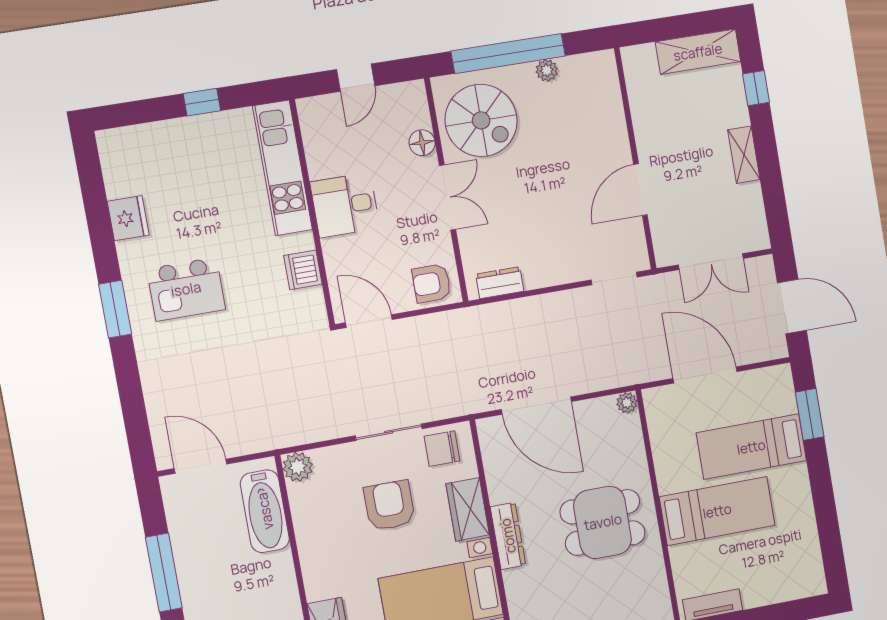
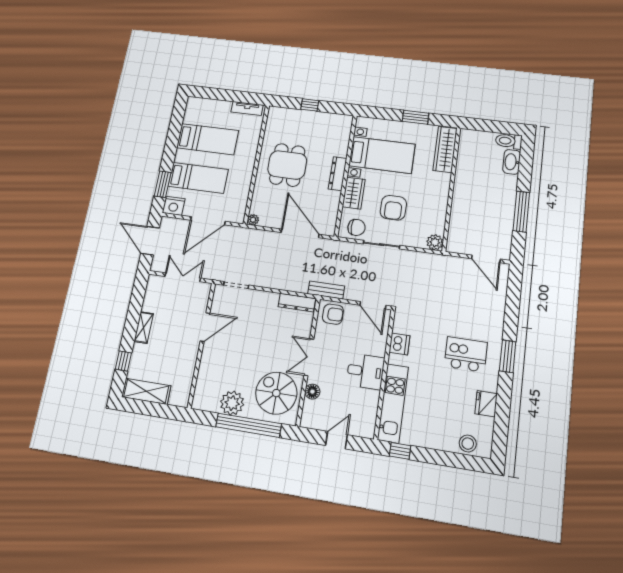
plant: (547, 70) -> (232, 403), width x1.88, depth x1.88
window: (202, 102) -> (400, 451), moved
stool: (139, 143) -> (468, 444), added
dresser: (500, 283) -> (297, 303), width x1.44
bench: (457, 321) -> (326, 290), added
door: (705, 375) -> (208, 221), hinge flipped
nightstand: (775, 382) -> (174, 206), added
bathtub: (265, 511) -> (459, 225), removed
bed: (717, 511) -> (208, 139), moved, turned 180
dining table: (603, 522) -> (287, 165), turned 90

